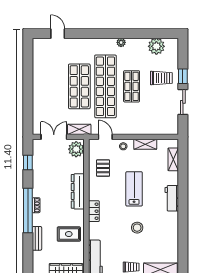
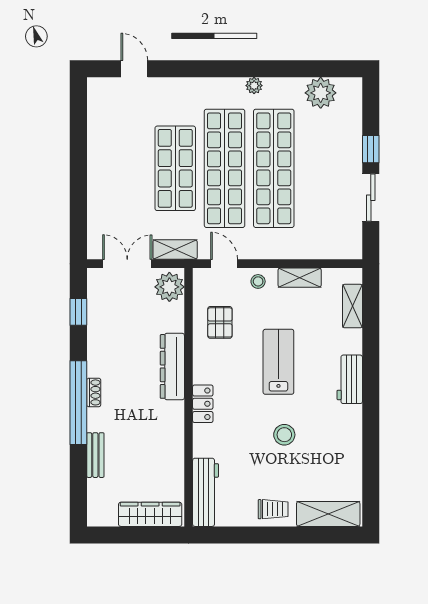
trolley: (161, 78) -> (330, 153), removed
shop shelf: (132, 86) -> (274, 168), width x2.00, depth x1.36
rug: (69, 234) -> (155, 447), removed

